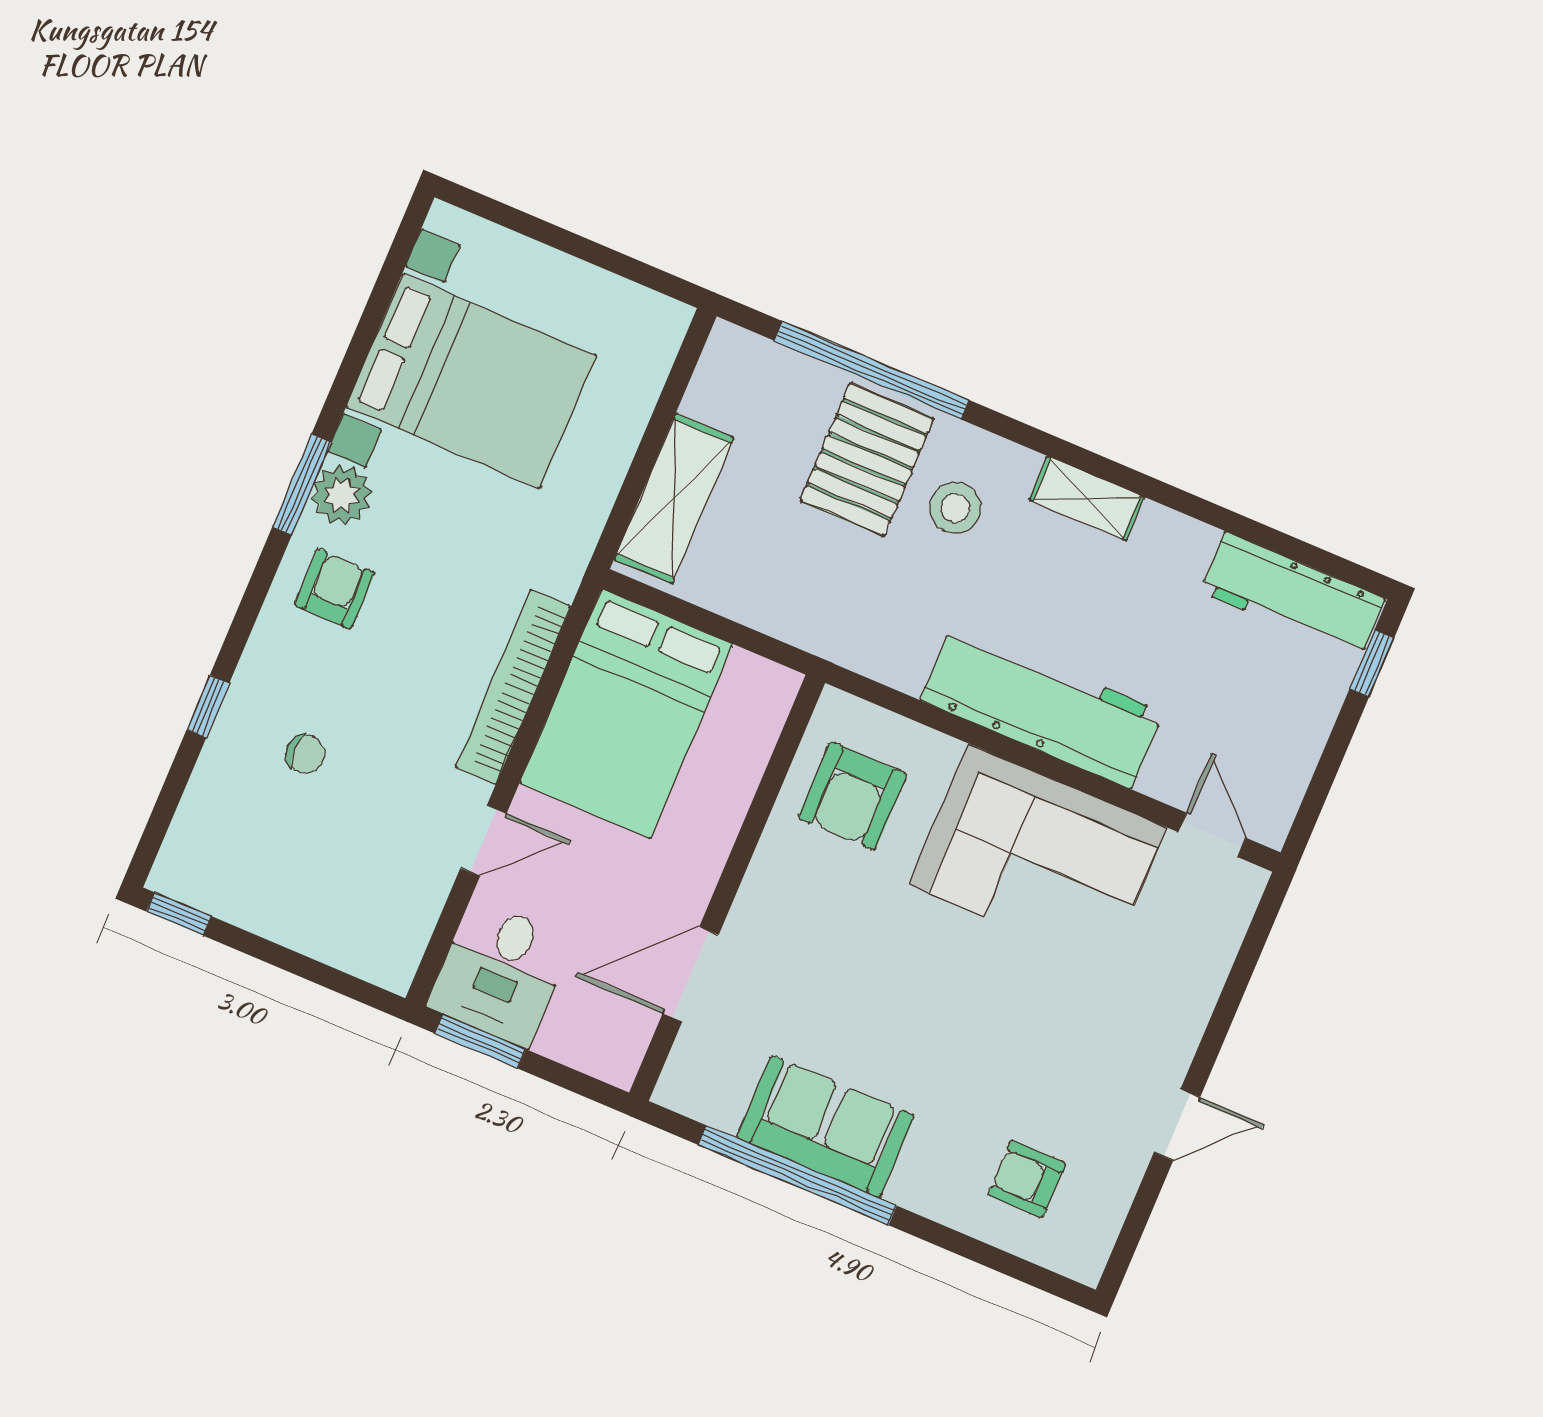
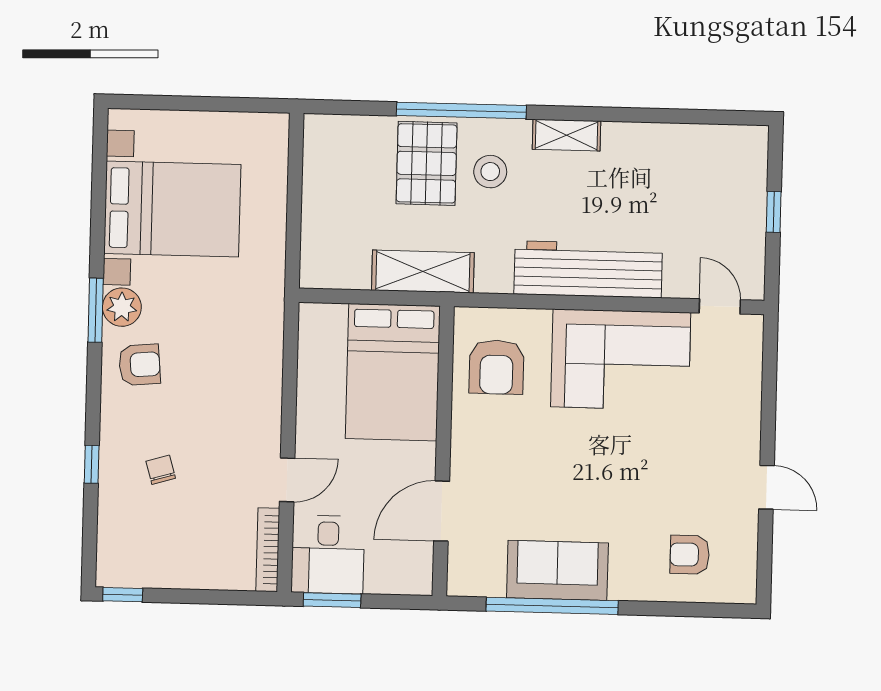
window: (872, 370) -> (461, 110), moved
shelving: (674, 499) -> (423, 272), moved, turned 90
armchair: (334, 589) -> (139, 365), turned 85
workbench: (1292, 595) -> (712, 145), removed
window: (1372, 663) -> (774, 212), moved
bookcase: (513, 687) -> (268, 550), moved, width x0.68, depth x0.76
bed: (626, 714) -> (393, 372), moved
chair: (305, 754) -> (161, 470), turned -106
door: (1177, 1125) -> (766, 487), hinge flipped

